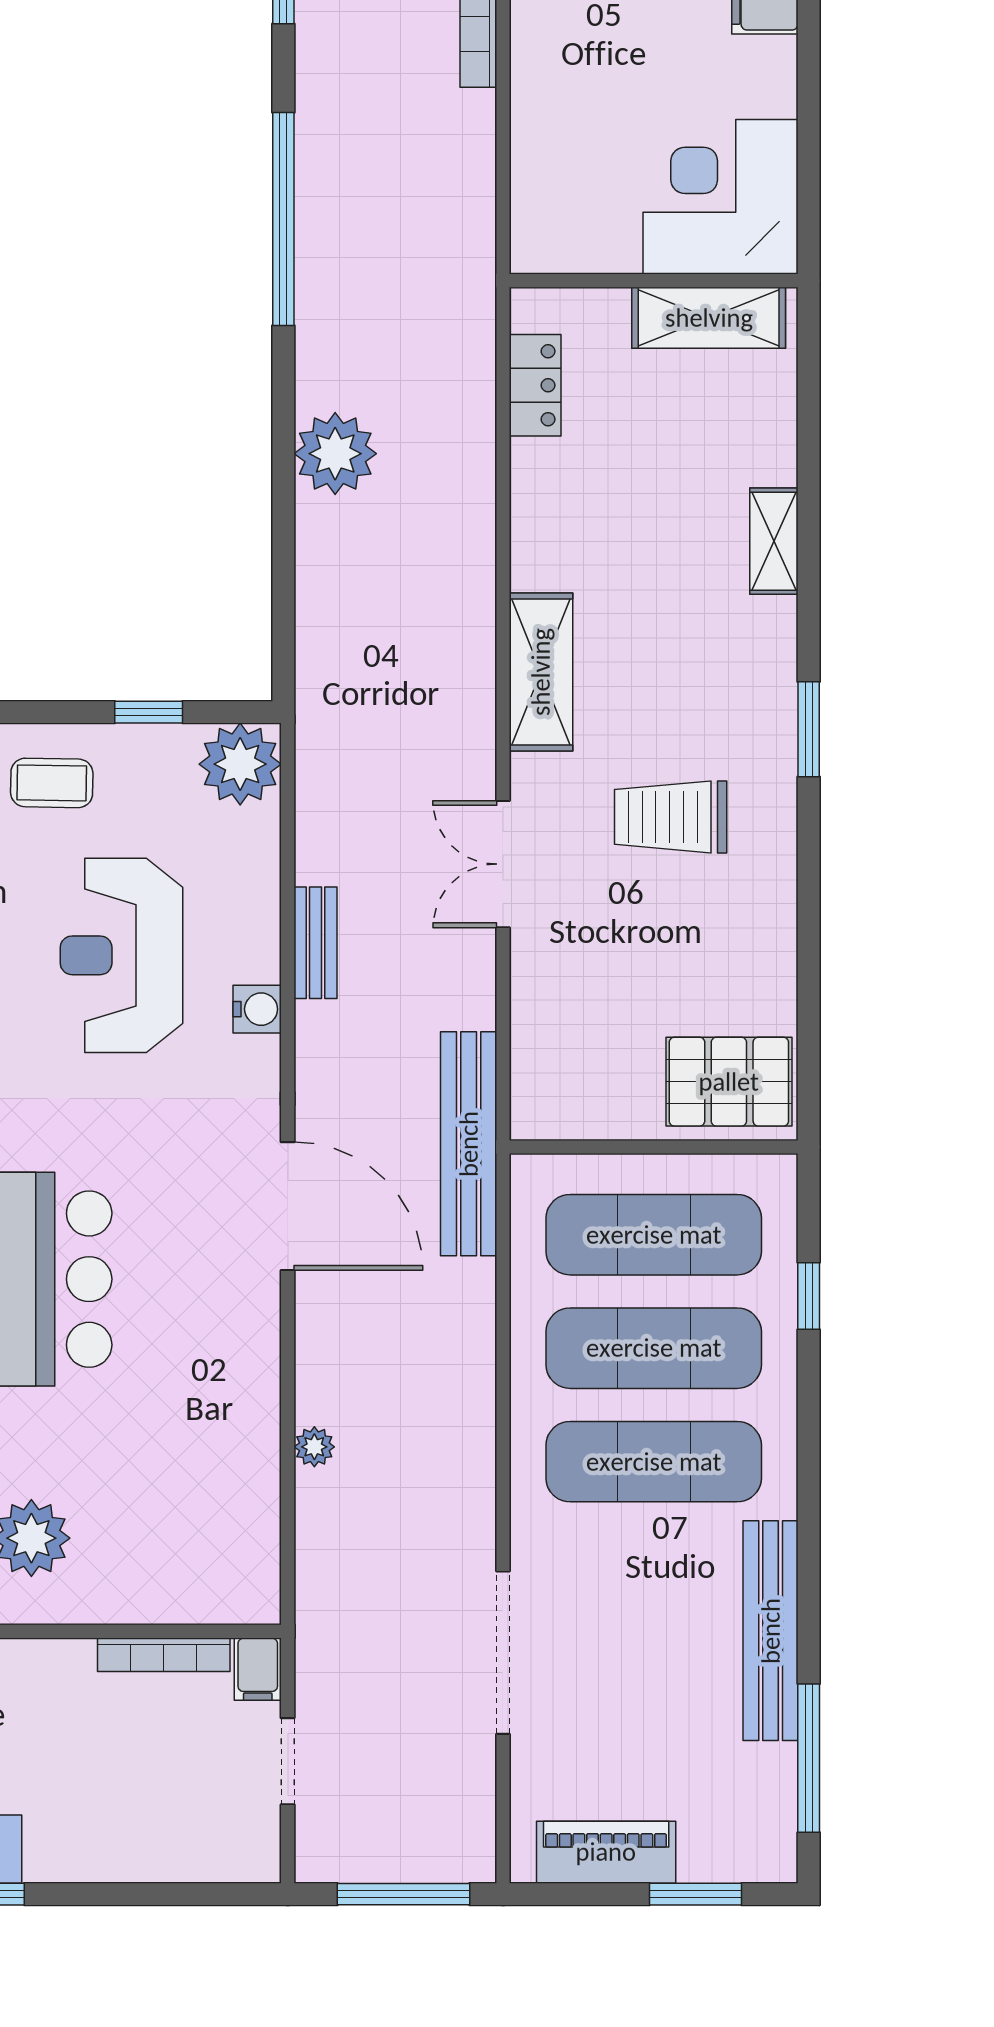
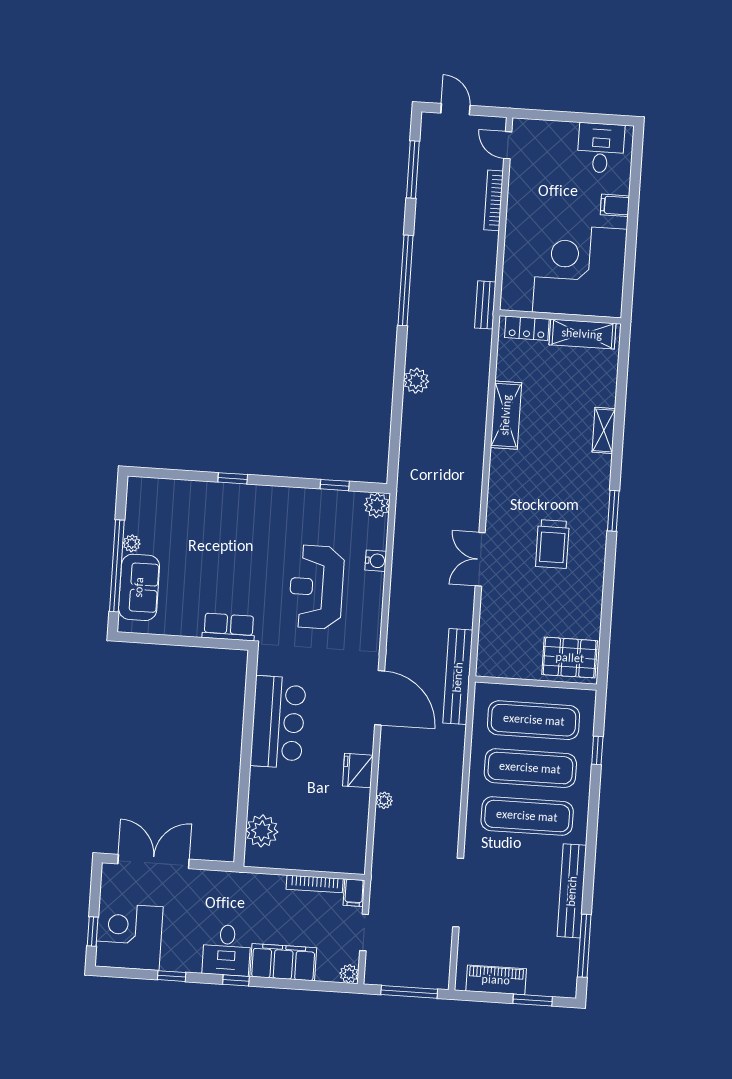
corner desk: (721, 197) -> (580, 271), width x1.36, depth x1.36
locker: (535, 385) -> (527, 328), moved, turned 90
plant: (335, 454) -> (416, 381), width x0.73, depth x0.73
shelving: (541, 672) -> (506, 415), moved
plant: (240, 764) -> (377, 505), width x0.73, depth x0.73
coffee table: (52, 783) -> (292, 512), removed
trolley: (671, 817) -> (552, 544), turned -90
bench: (316, 943) -> (485, 305), moved
water cooler: (257, 1009) -> (376, 561), moved
fridge: (248, 1381) -> (358, 771), added
filing cabinet: (102, 1844) -> (283, 962), added
plant: (259, 1861) -> (349, 974), added

